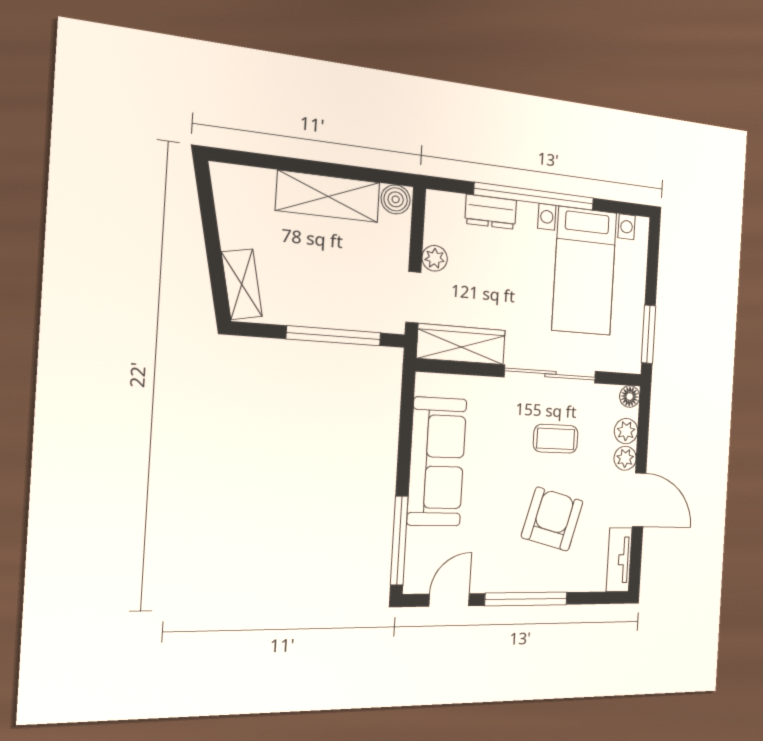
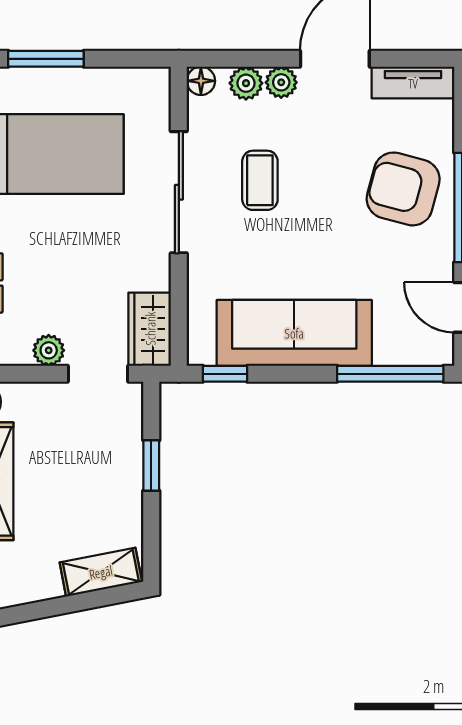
window: (649, 334) -> (46, 59), moved
window: (334, 336) -> (151, 465), width x0.46
wardrobe: (461, 344) -> (150, 329), width x0.67
window: (407, 403) -> (225, 374), added
armchair: (552, 519) -> (403, 189), moved

